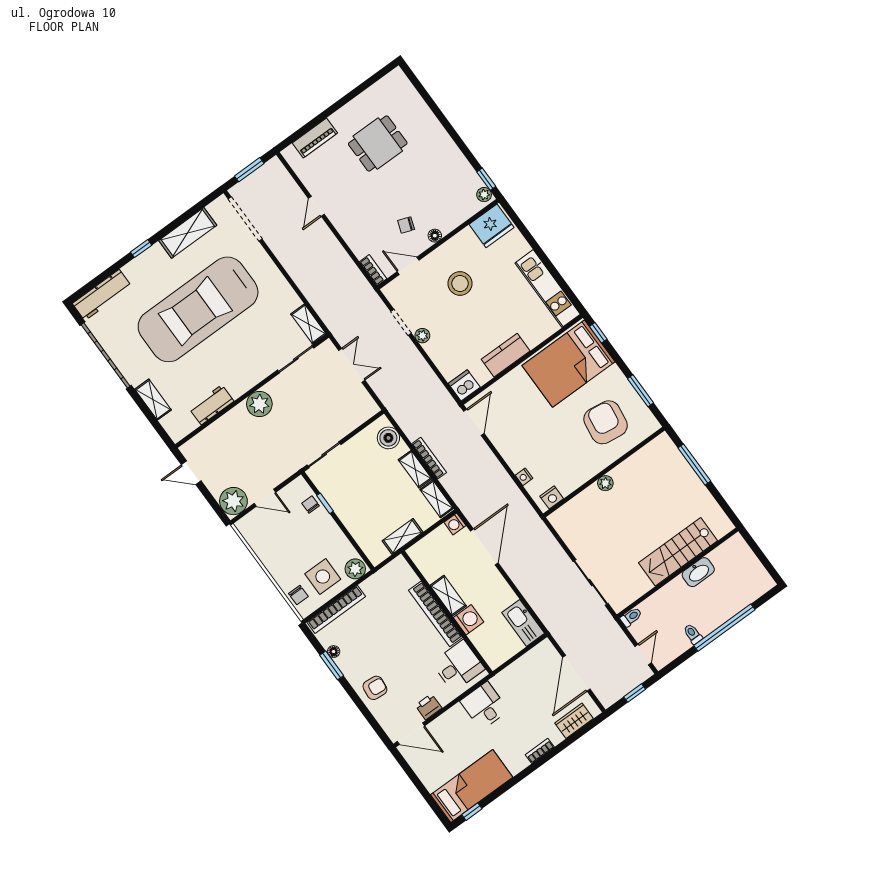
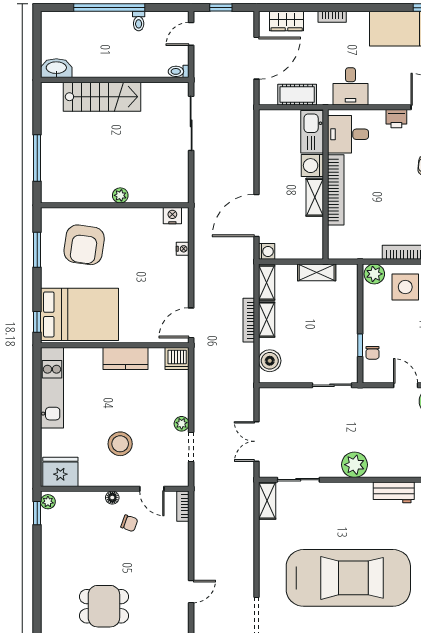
washbasin: (698, 572) -> (56, 68), moved
kitchen sink: (523, 623) -> (312, 132), moved, turned 180
cot: (522, 668) -> (297, 95), added

